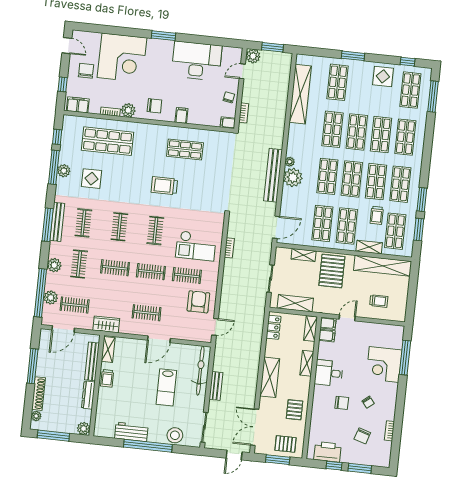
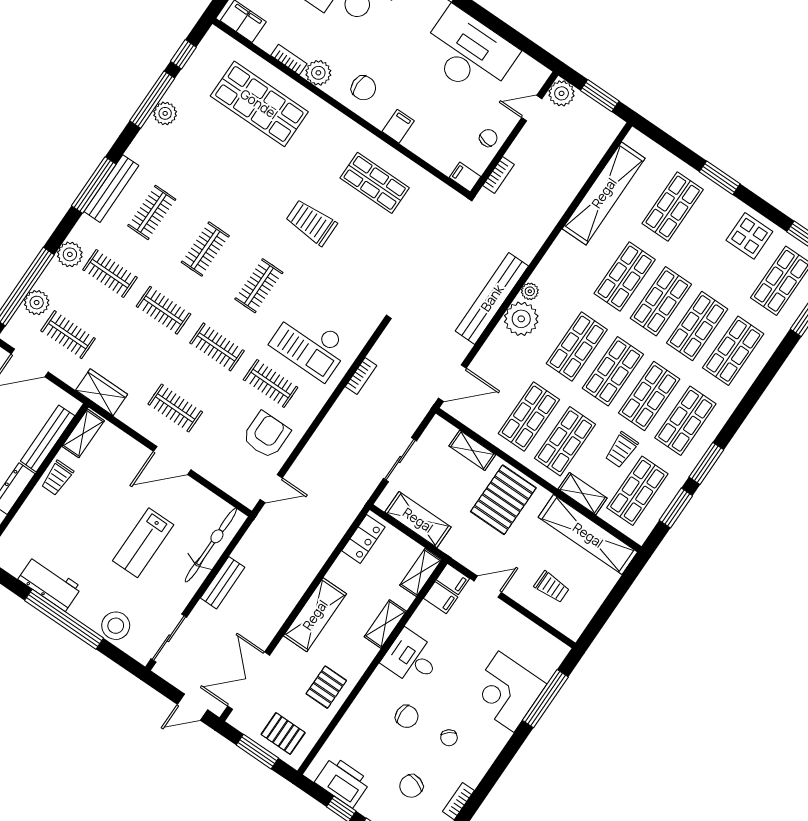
display table: (92, 179) -> (202, 149), removed
clothes rail: (79, 264) -> (110, 274), turned 90

